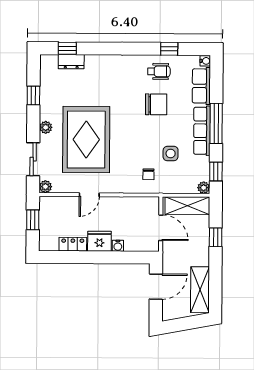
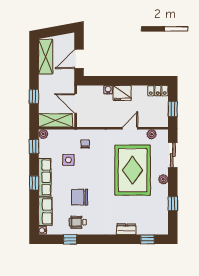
dresser: (71, 62) -> (126, 229), moved
window: (216, 123) -> (34, 183), width x0.46
plant: (45, 187) -> (152, 134), moved
locker: (73, 244) -> (158, 91), moved

